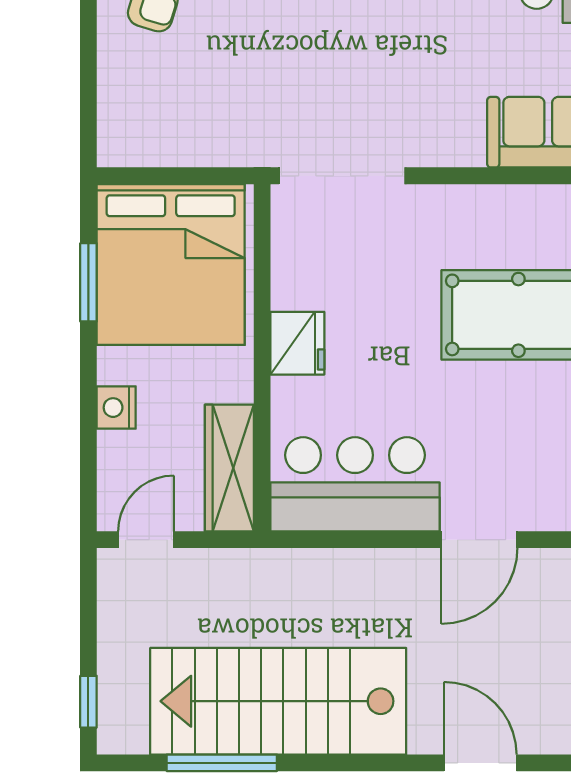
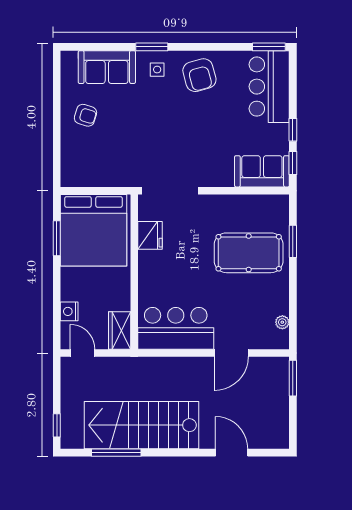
fridge: (297, 343) -> (150, 235), moved
nightstand: (116, 408) -> (69, 311), moved
wardrobe: (229, 468) -> (120, 331), width x0.67
door: (146, 540) -> (83, 353), hinge flipped

